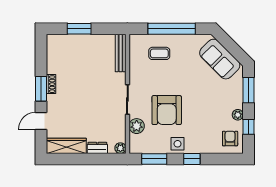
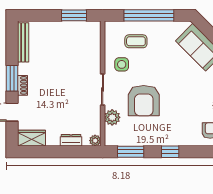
window: (79, 29) -> (74, 15), moved
bench: (121, 53) -> (23, 42), moved
shoe rack: (51, 84) -> (22, 85), moved
side table: (178, 144) -> (122, 64), moved
wardrobe: (66, 146) -> (31, 138), width x0.67

